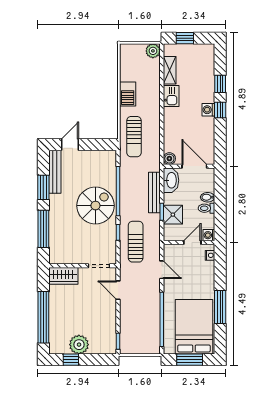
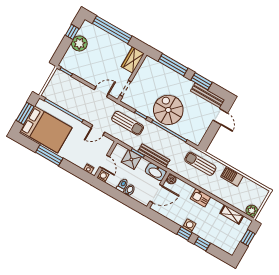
kitchen sink: (171, 96) -> (200, 198), moved
spiral stairs: (95, 206) -> (168, 110), turned 180

